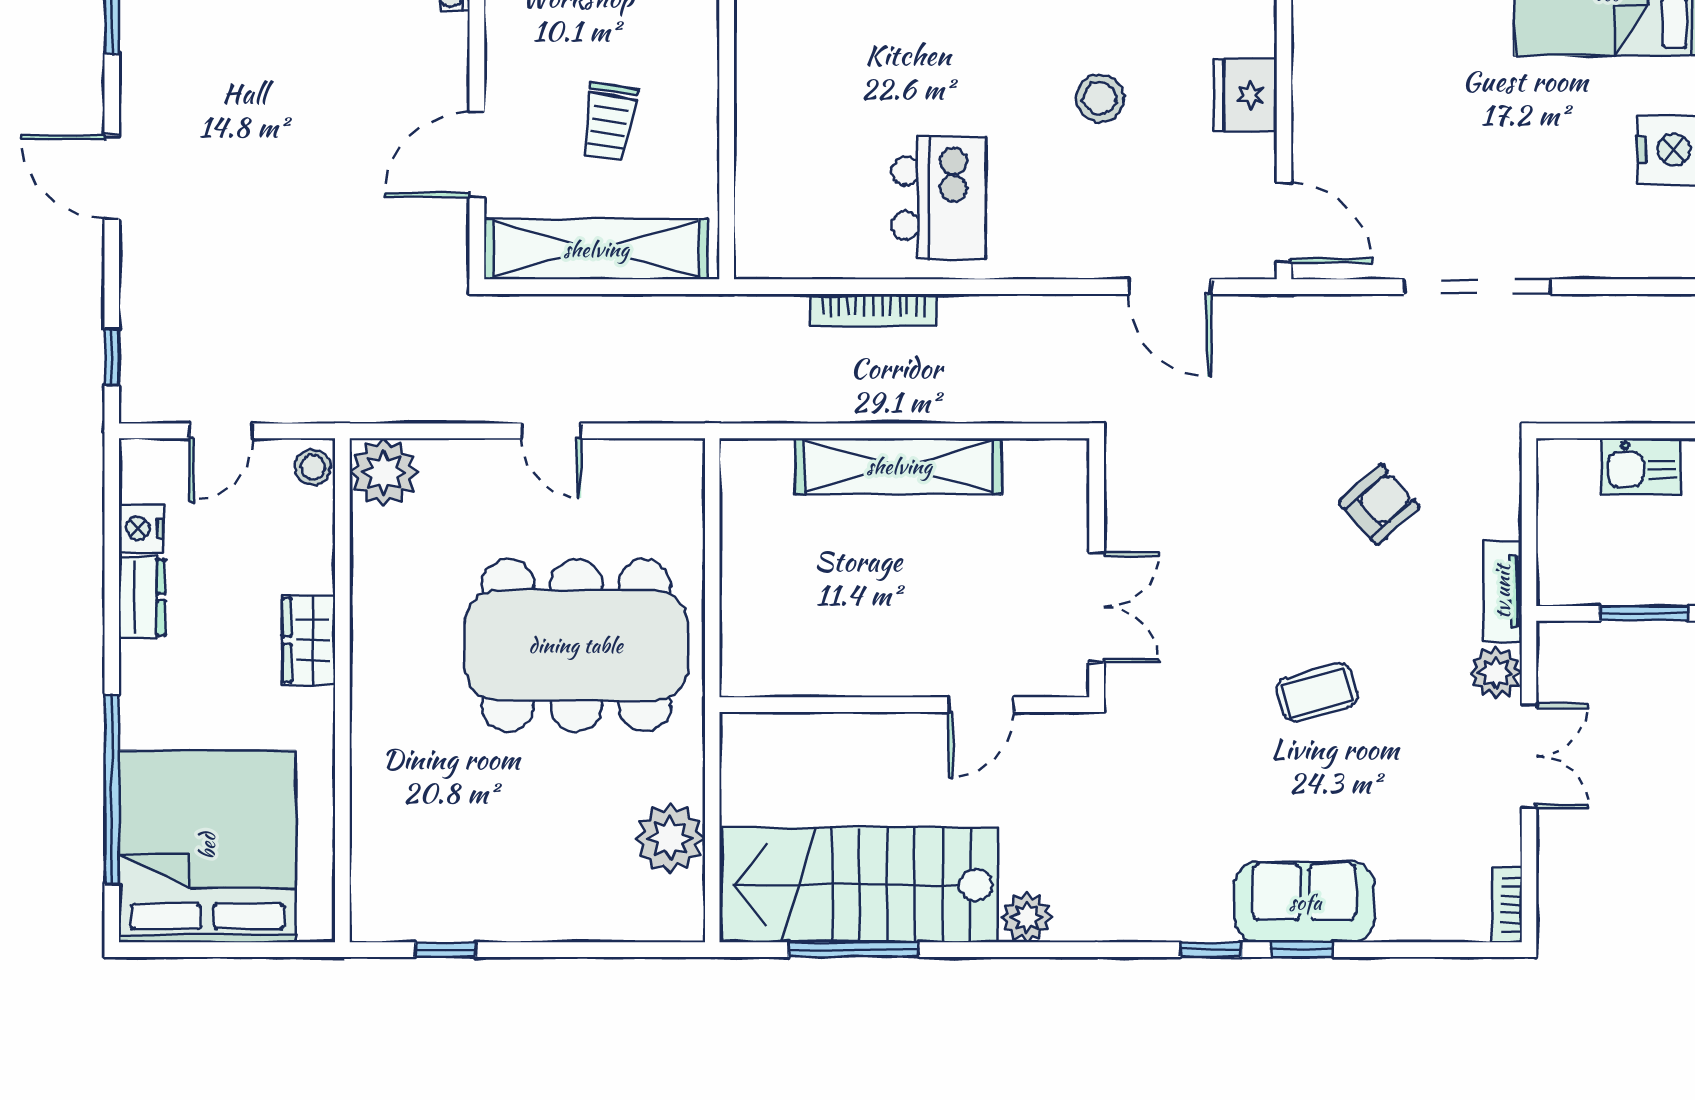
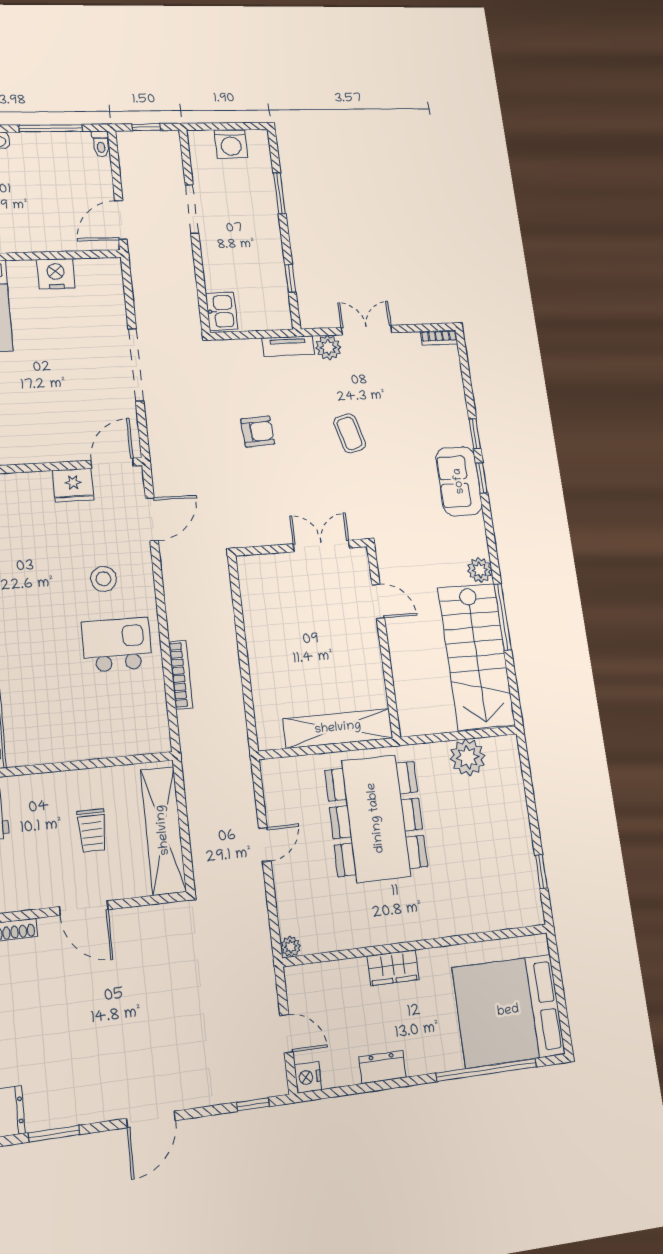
fridge: (1246, 95) -> (73, 485), moved
stool: (1100, 98) -> (104, 579), moved
trolley: (609, 122) -> (92, 831), turned 81
door: (477, 154) -> (84, 908), moved
shelving: (899, 466) -> (338, 728), moved, turned 90
kitchen sink: (1641, 466) -> (222, 311), moved
stool: (313, 467) -> (300, 978), removed
plant: (384, 472) -> (291, 947), width x0.53, depth x0.53
armchair: (1379, 505) -> (258, 432), moved, turned 128
nightstand: (141, 528) -> (308, 1077), moved, turned 90
window: (1644, 613) -> (290, 278), width x0.67
sofa: (1305, 902) -> (459, 481), moved
window: (854, 950) -> (503, 617), moved

